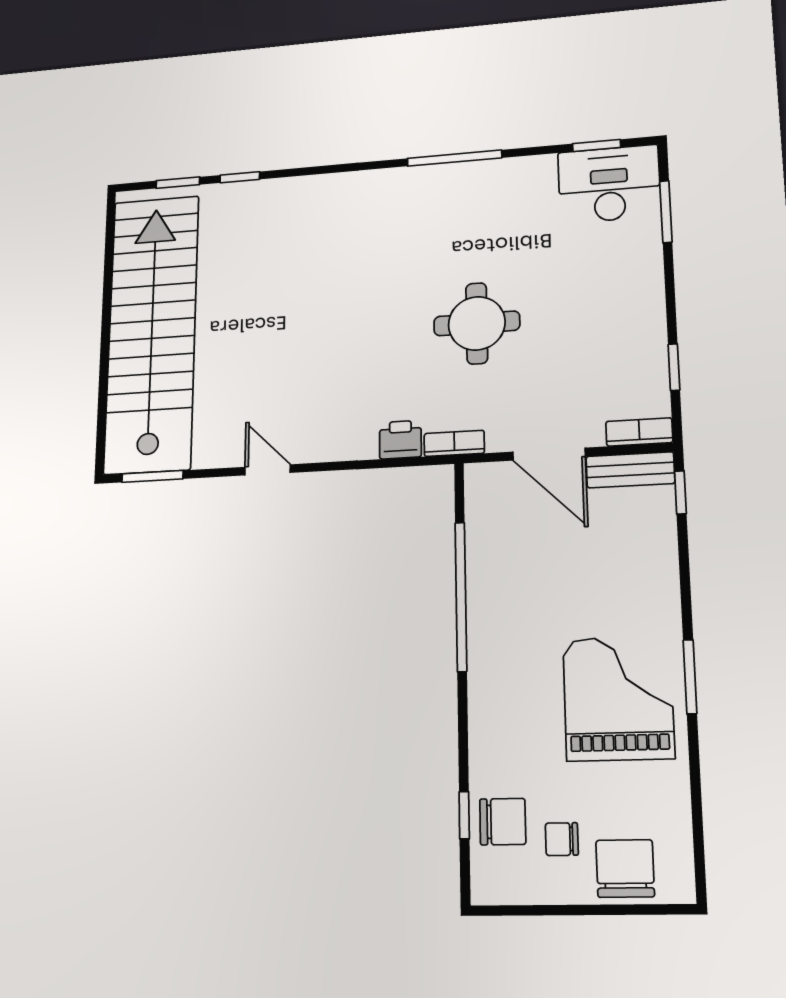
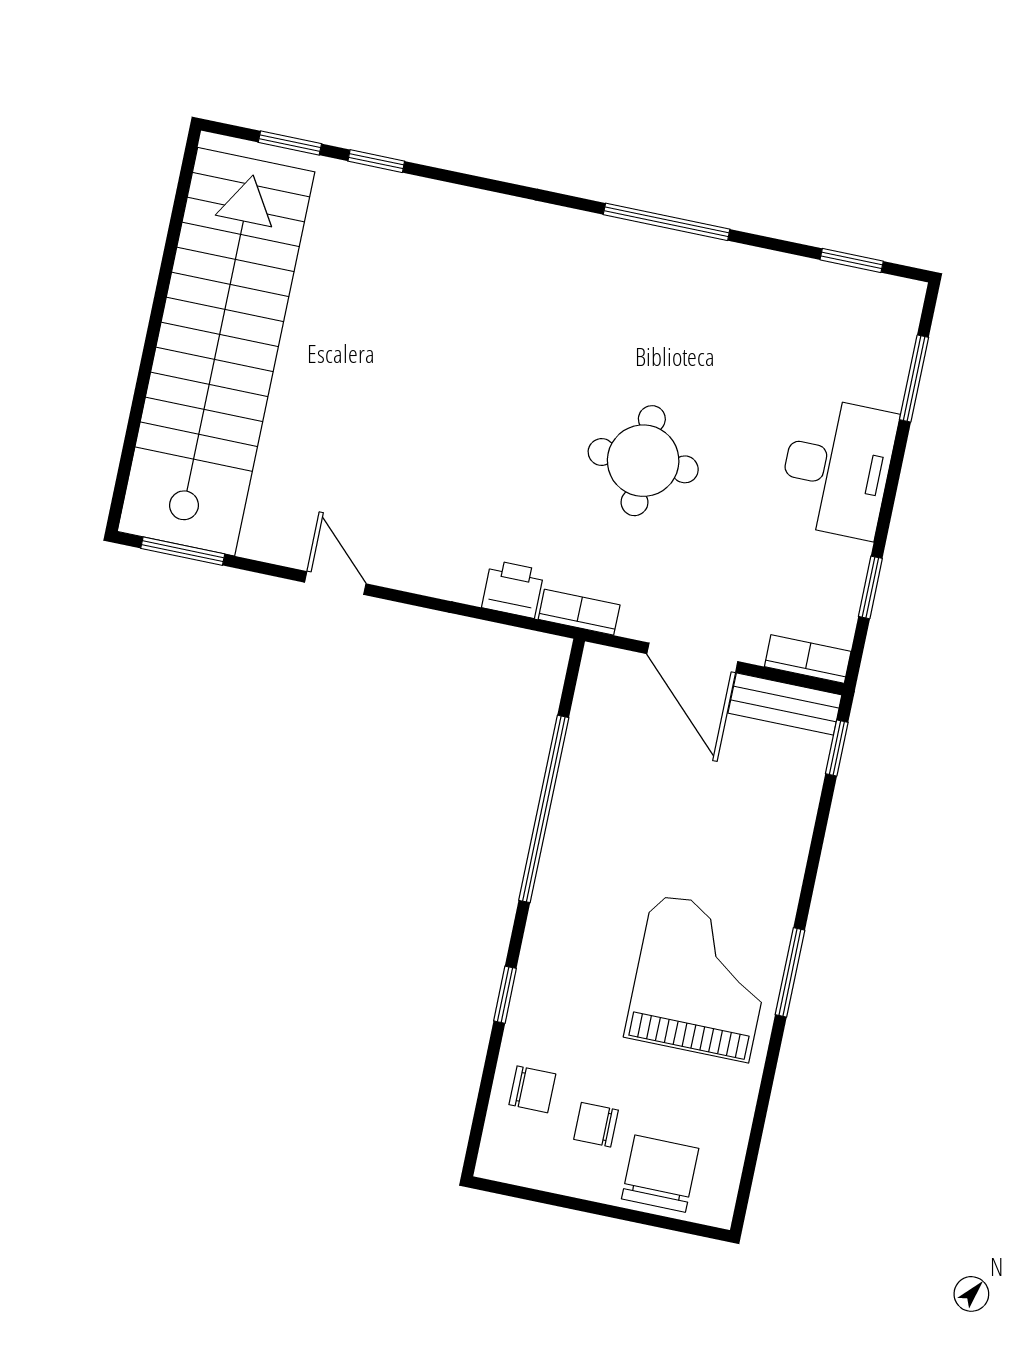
desk: (609, 184) -> (837, 468), moved, turned 90
window: (464, 815) -> (505, 995), moved
chair: (503, 822) -> (532, 1089), width x0.73, depth x0.73

